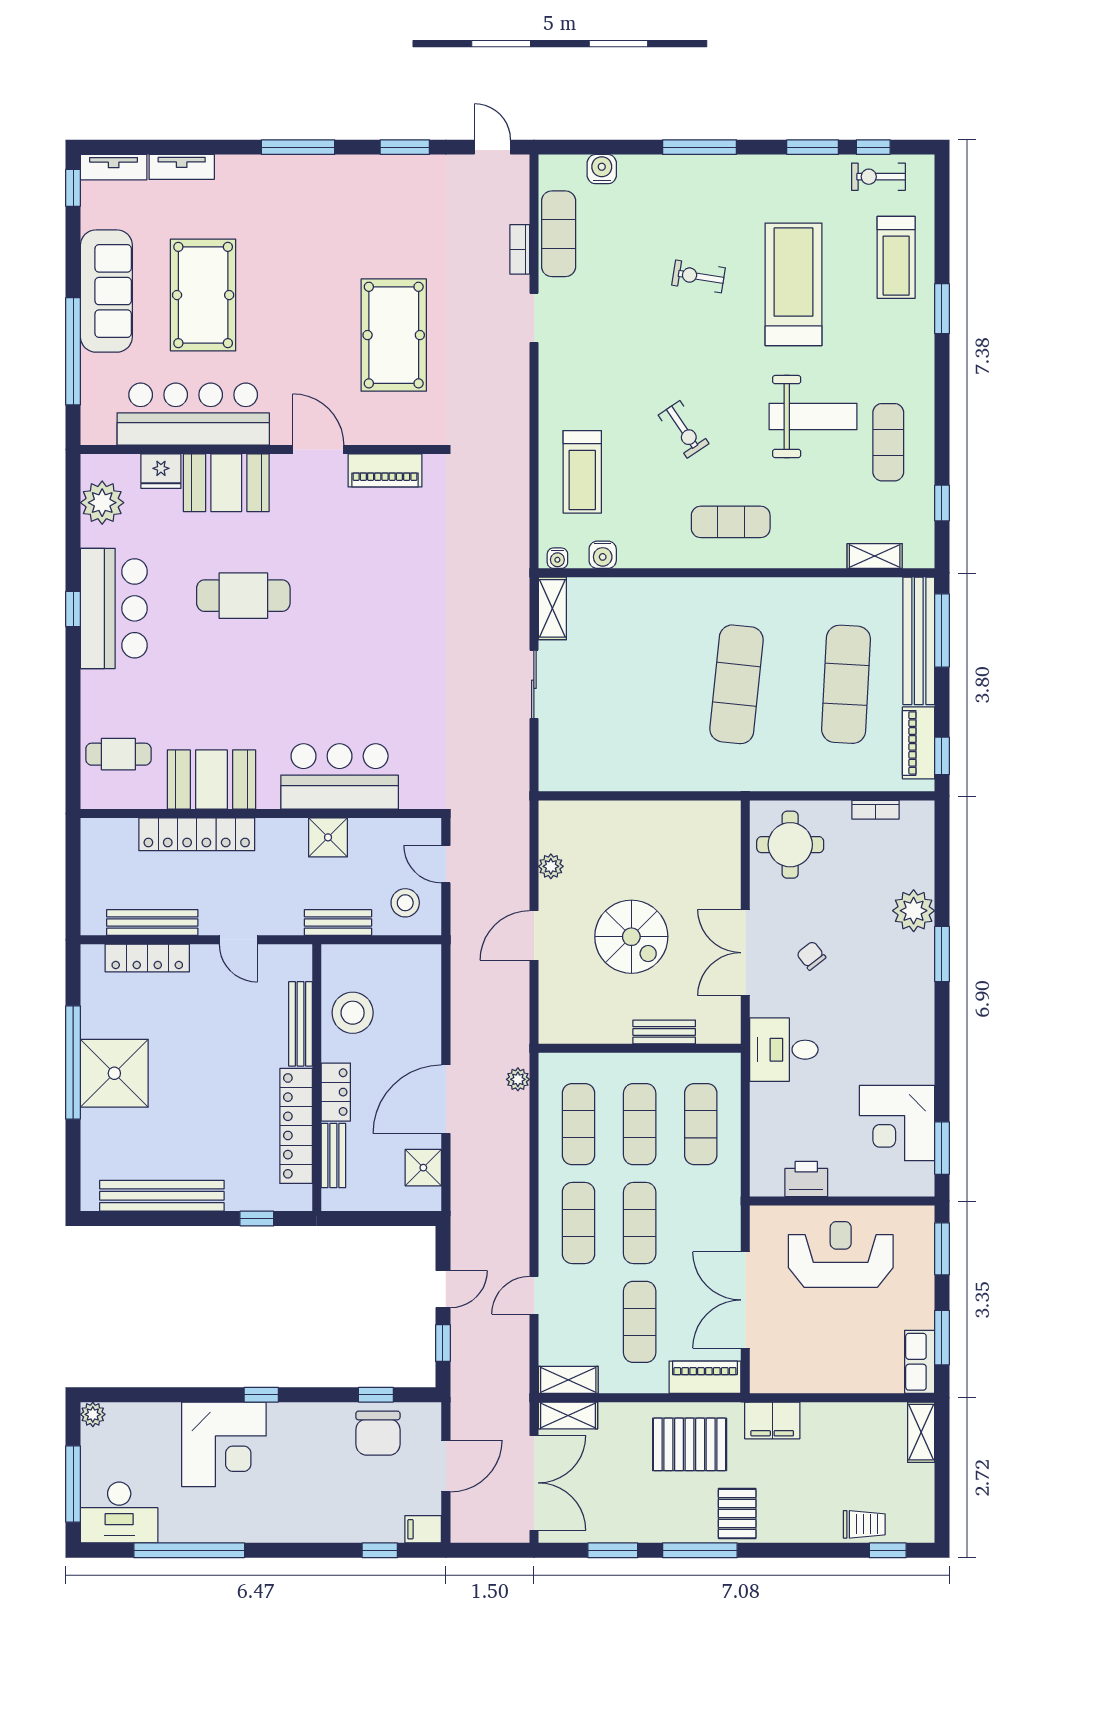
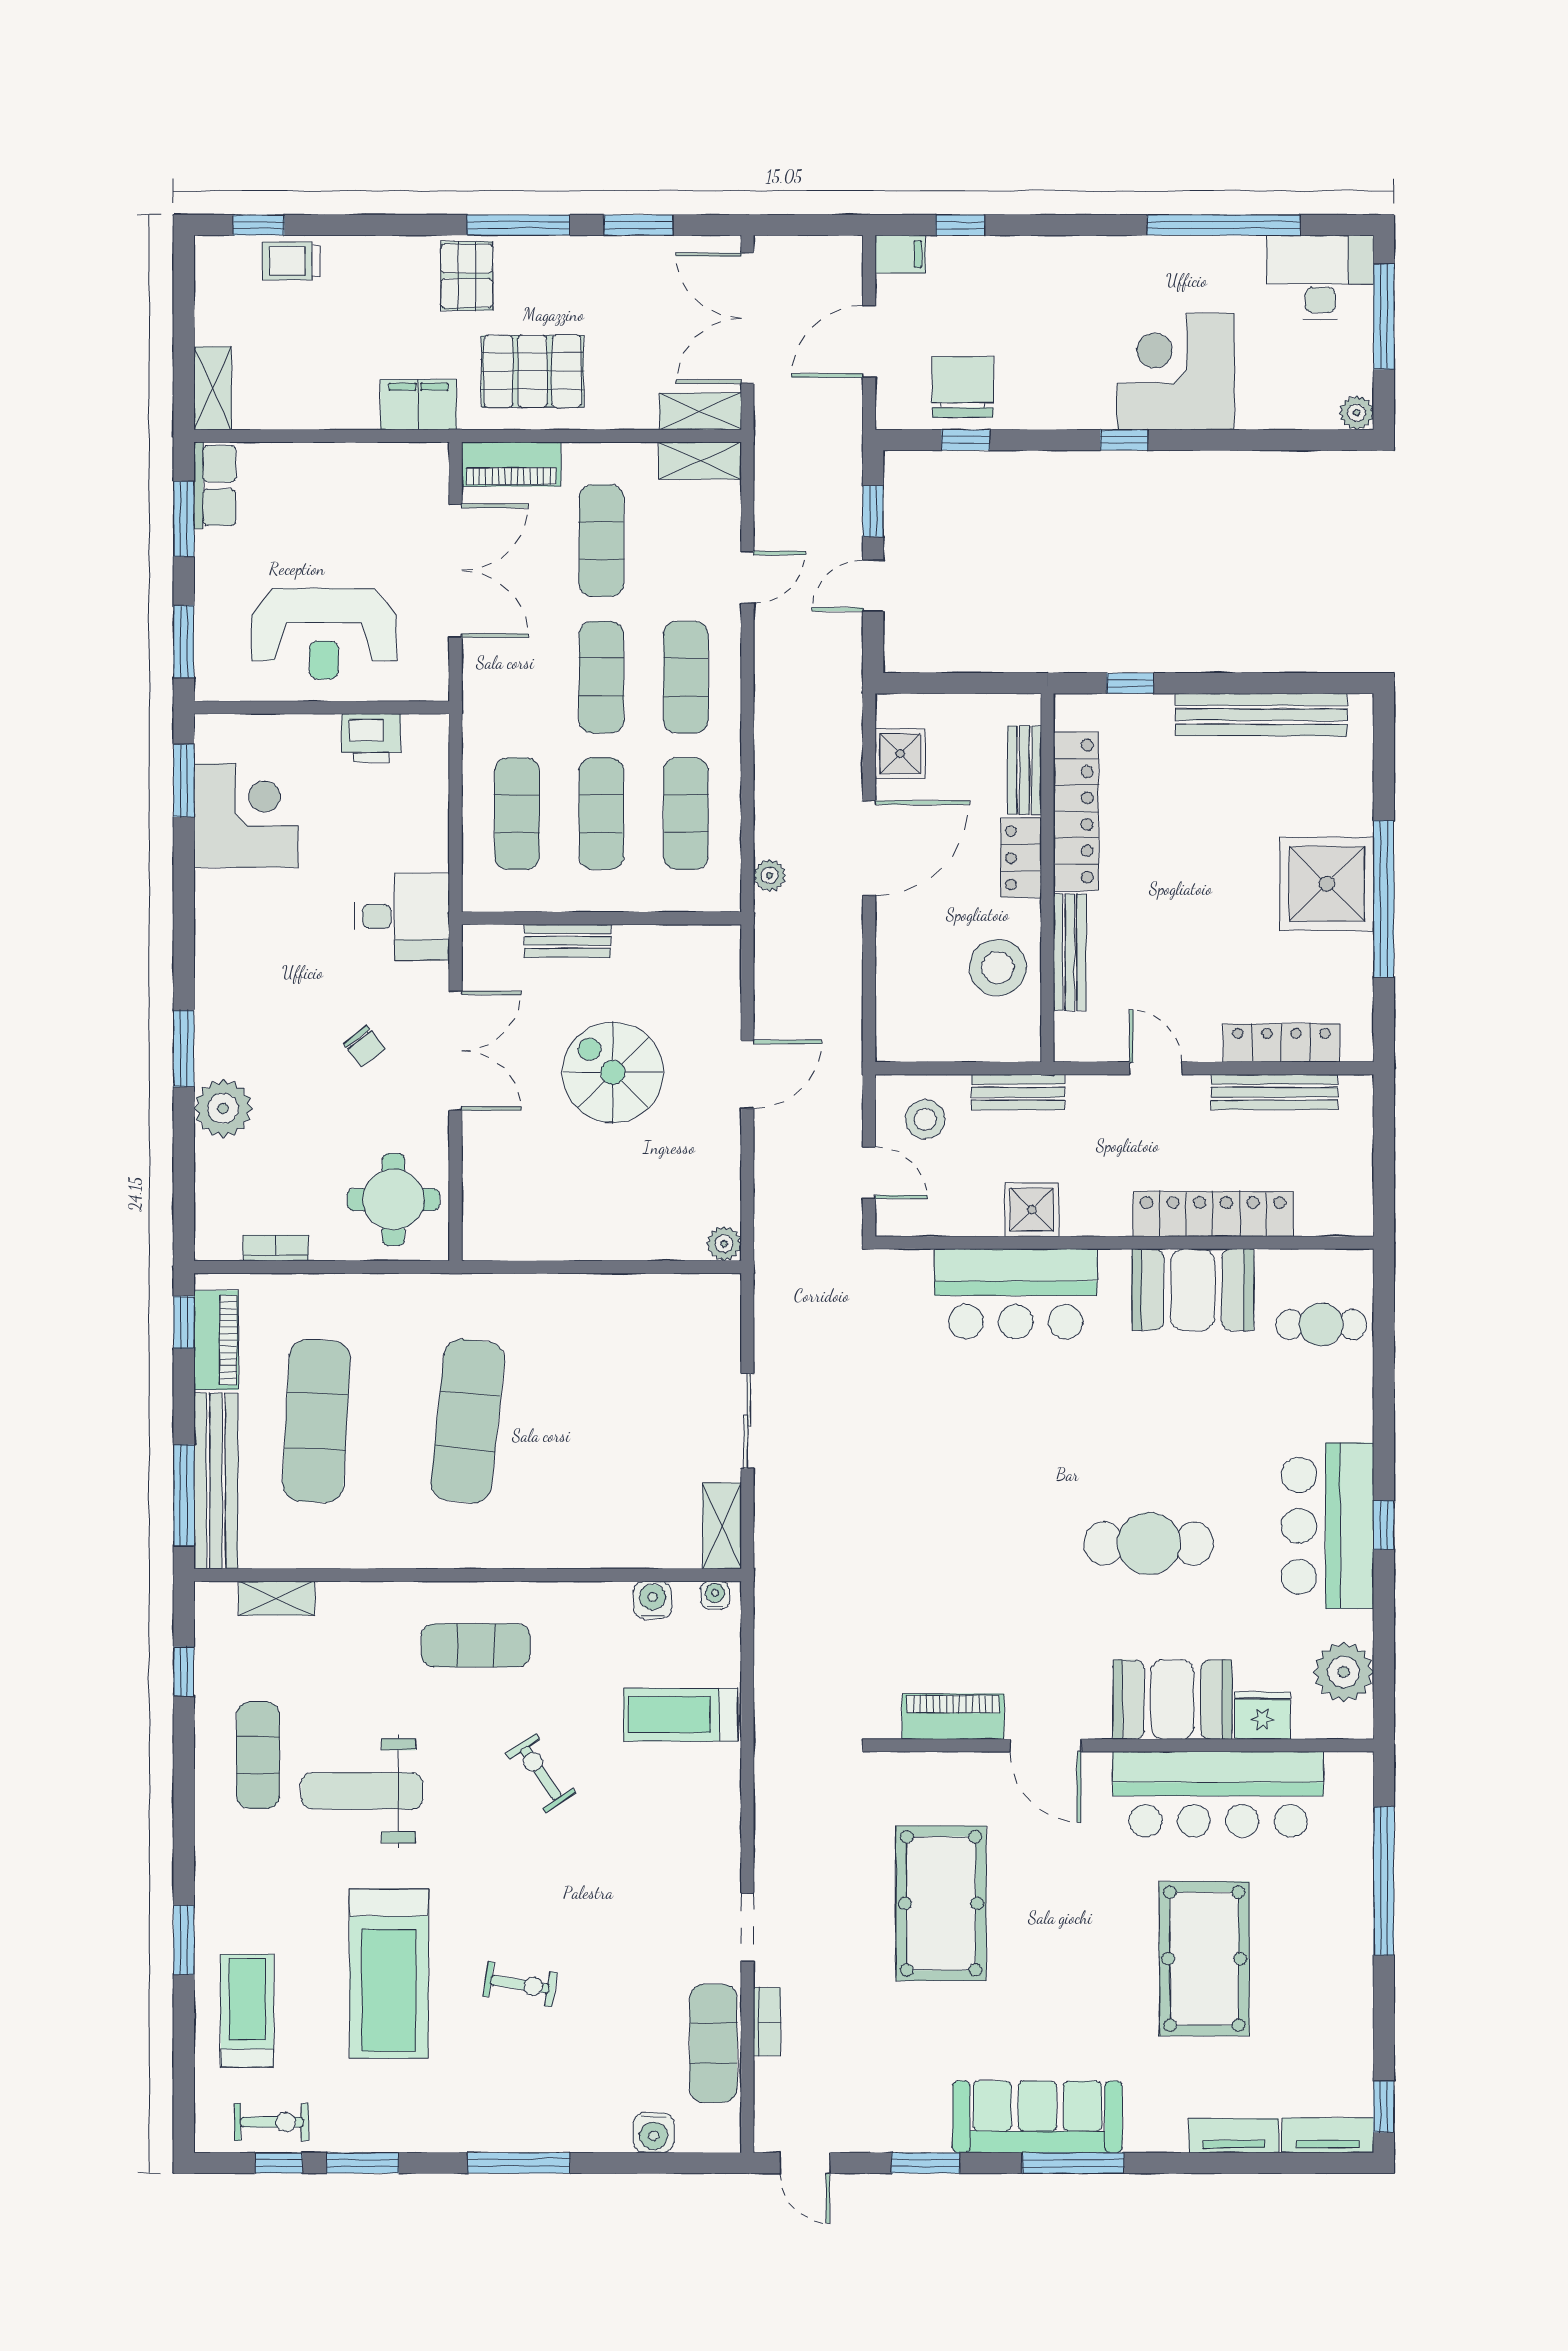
sofa: (106, 291) -> (1037, 2117), moved, turned 90
treadmill: (582, 472) -> (681, 1715), turned -90
plant: (551, 866) -> (724, 1244), moved

